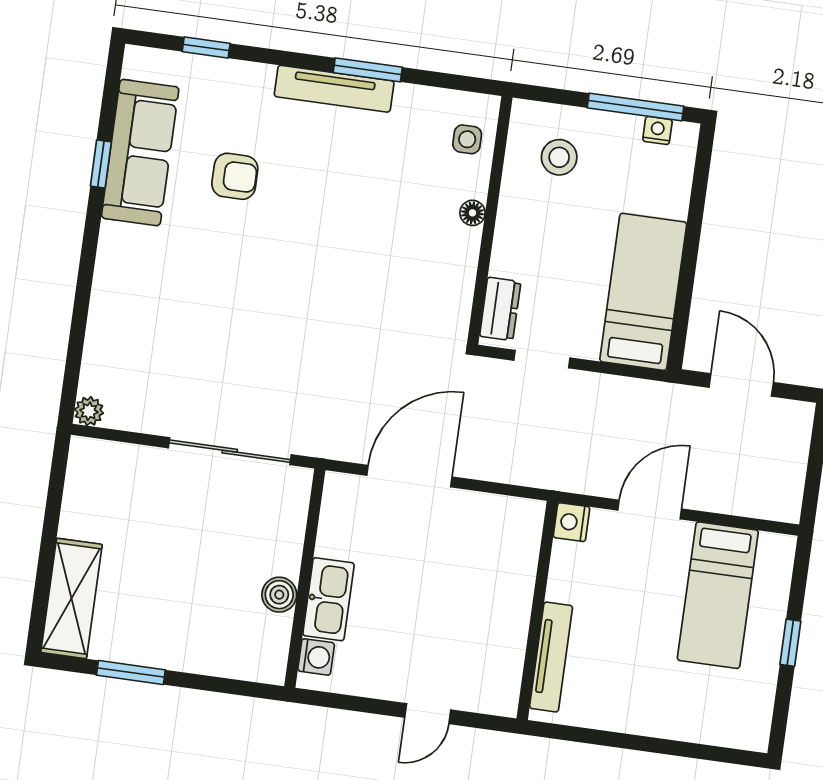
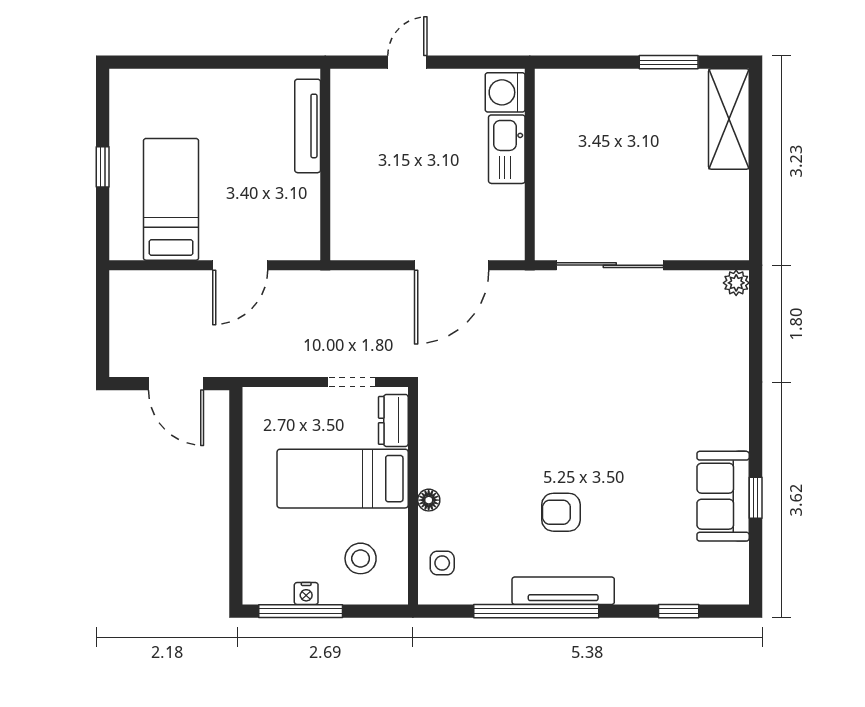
window: (368, 70) -> (536, 611), width x2.11
nightstand: (657, 130) -> (306, 594), moved
sofa: (140, 153) -> (723, 496), width x0.73
armchair: (235, 176) -> (561, 512), moved
bed: (643, 292) -> (343, 479), moved, turned 90
nightstand: (572, 522) -> (306, 245), removed
boiler: (279, 595) -> (550, 147), removed
washing machine: (316, 657) -> (505, 92), width x1.38, depth x1.38

